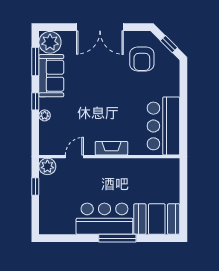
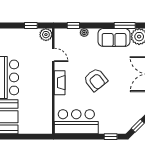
armchair: (142, 59) -> (96, 80), moved, turned -129
window: (183, 80) -> (111, 137), added
window: (35, 101) -> (73, 25), moved

